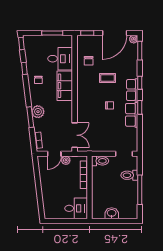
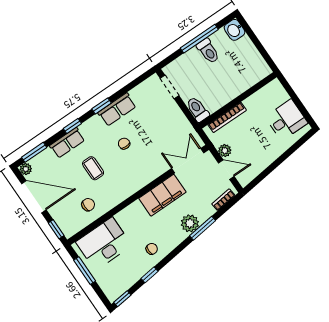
desk: (60, 59) -> (104, 244), width x1.37
filing cabinet: (65, 86) -> (162, 195), moved
row of seats: (132, 90) -> (67, 143), moved
toilet: (129, 175) -> (208, 51), moved
desk: (76, 208) -> (286, 120), moved, turned 90
washbasin: (112, 213) -> (234, 30), moved

